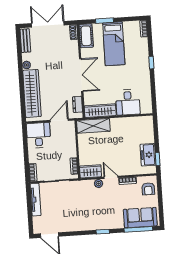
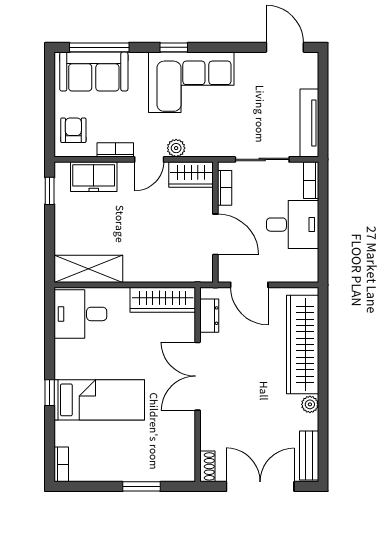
double door: (48, 24) -> (260, 486), swing flipped
cot: (86, 36) -> (182, 457), removed
bed: (114, 44) -> (99, 400), moved, turned 90
desk: (128, 102) -> (80, 314), moved, turned -90
door: (59, 120) -> (249, 285), hinge flipped
shelving: (93, 126) -> (88, 269), moved
desk: (39, 135) -> (293, 225), moved, turned -90
door: (77, 143) -> (215, 234), added
freezer: (148, 155) -> (94, 177), moved, turned 90
door: (111, 177) -> (149, 159), hinge flipped
corner sofa: (93, 215) -> (191, 82), added

